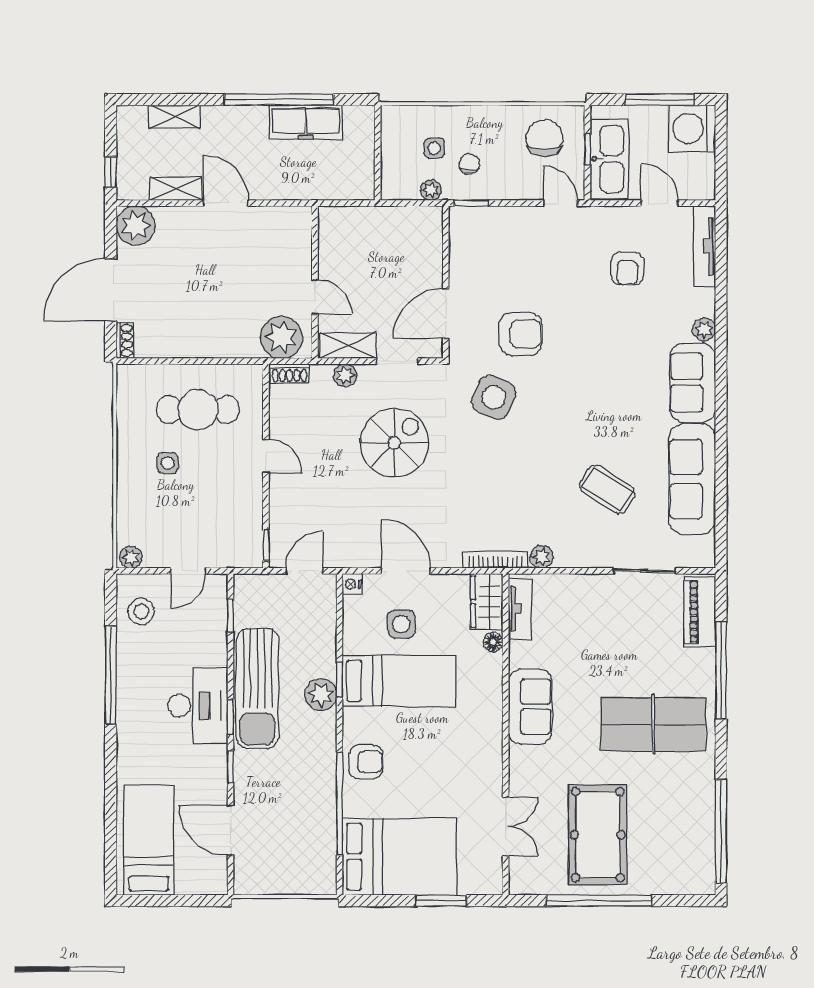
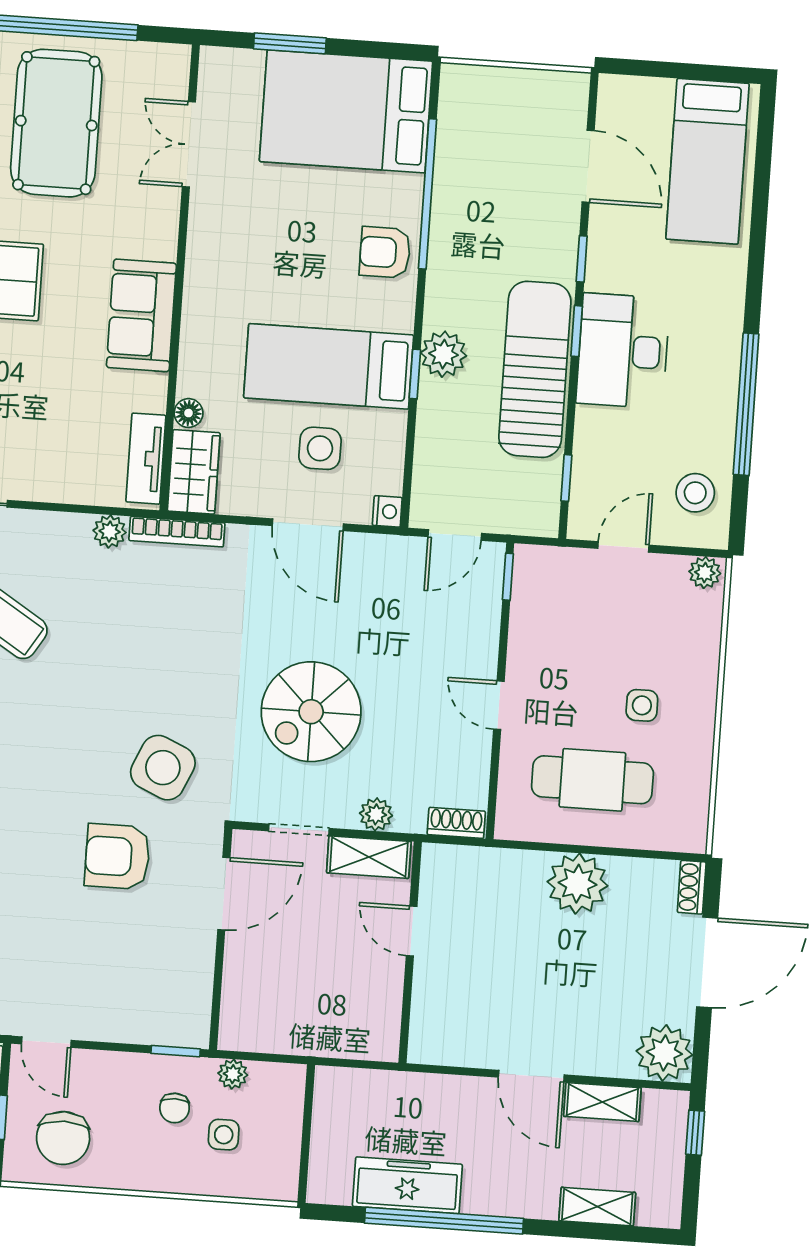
plant: (281, 337) -> (578, 884), moved

